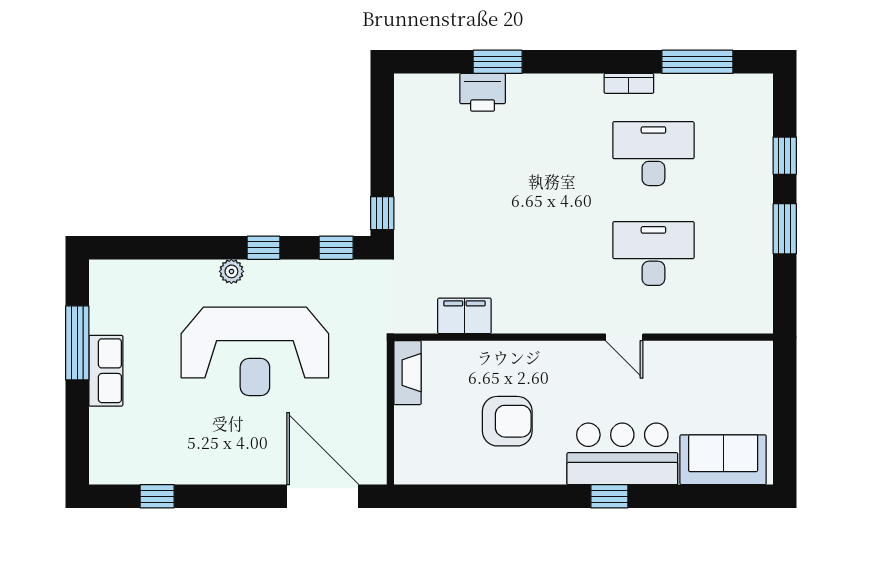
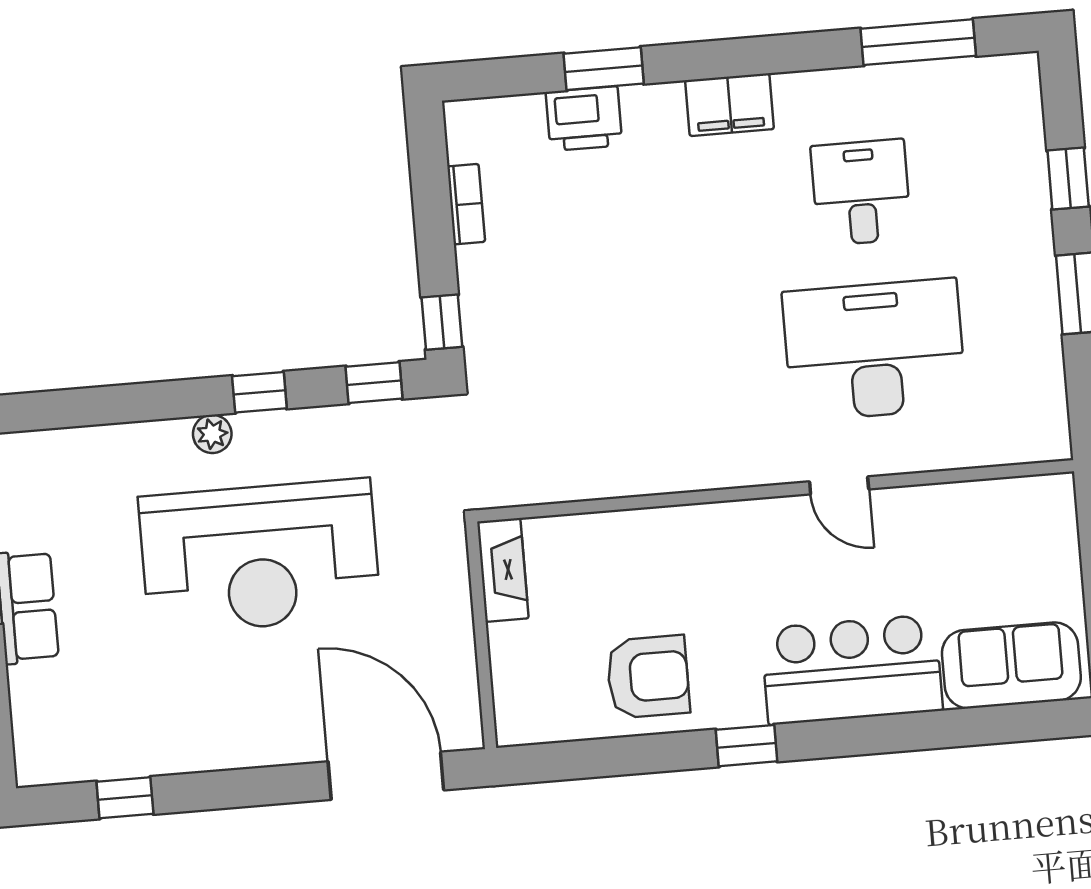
bookcase: (629, 83) -> (466, 204), moved, turned -90
desk: (653, 154) -> (861, 192), width x0.73
desk: (653, 254) -> (874, 350), width x1.36, depth x1.30
filing cabinet: (464, 316) -> (729, 105), moved, turned 180
armchair: (507, 421) -> (648, 677), moved
window: (609, 496) -> (747, 746), moved

